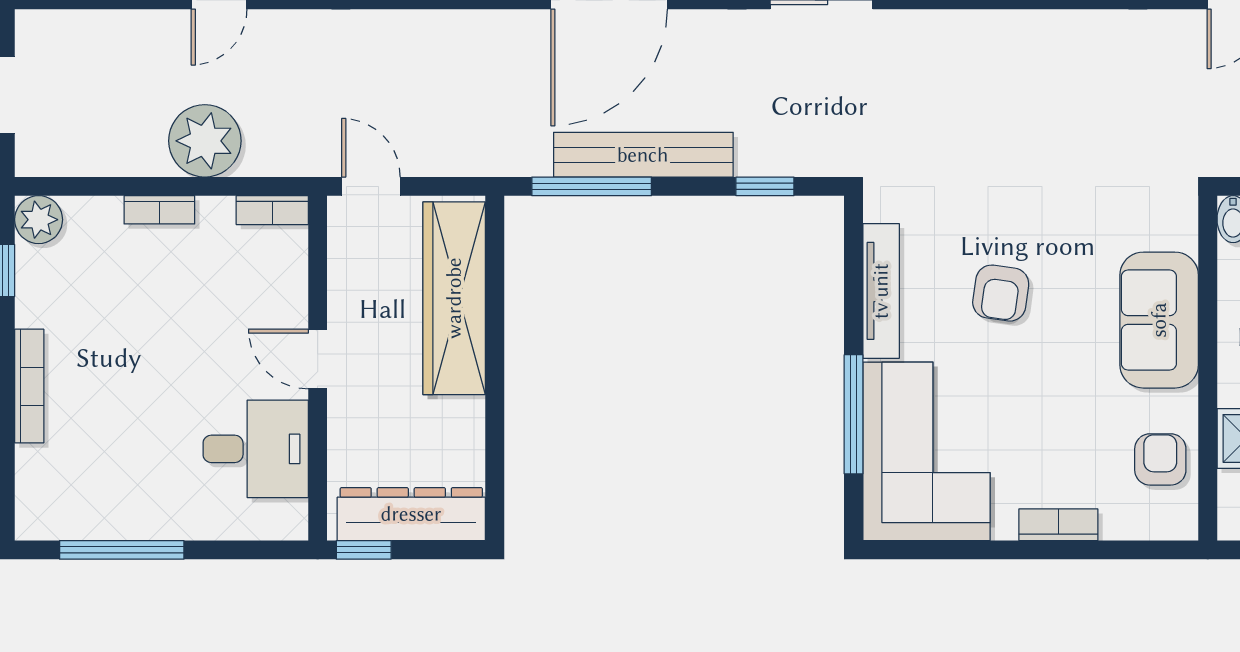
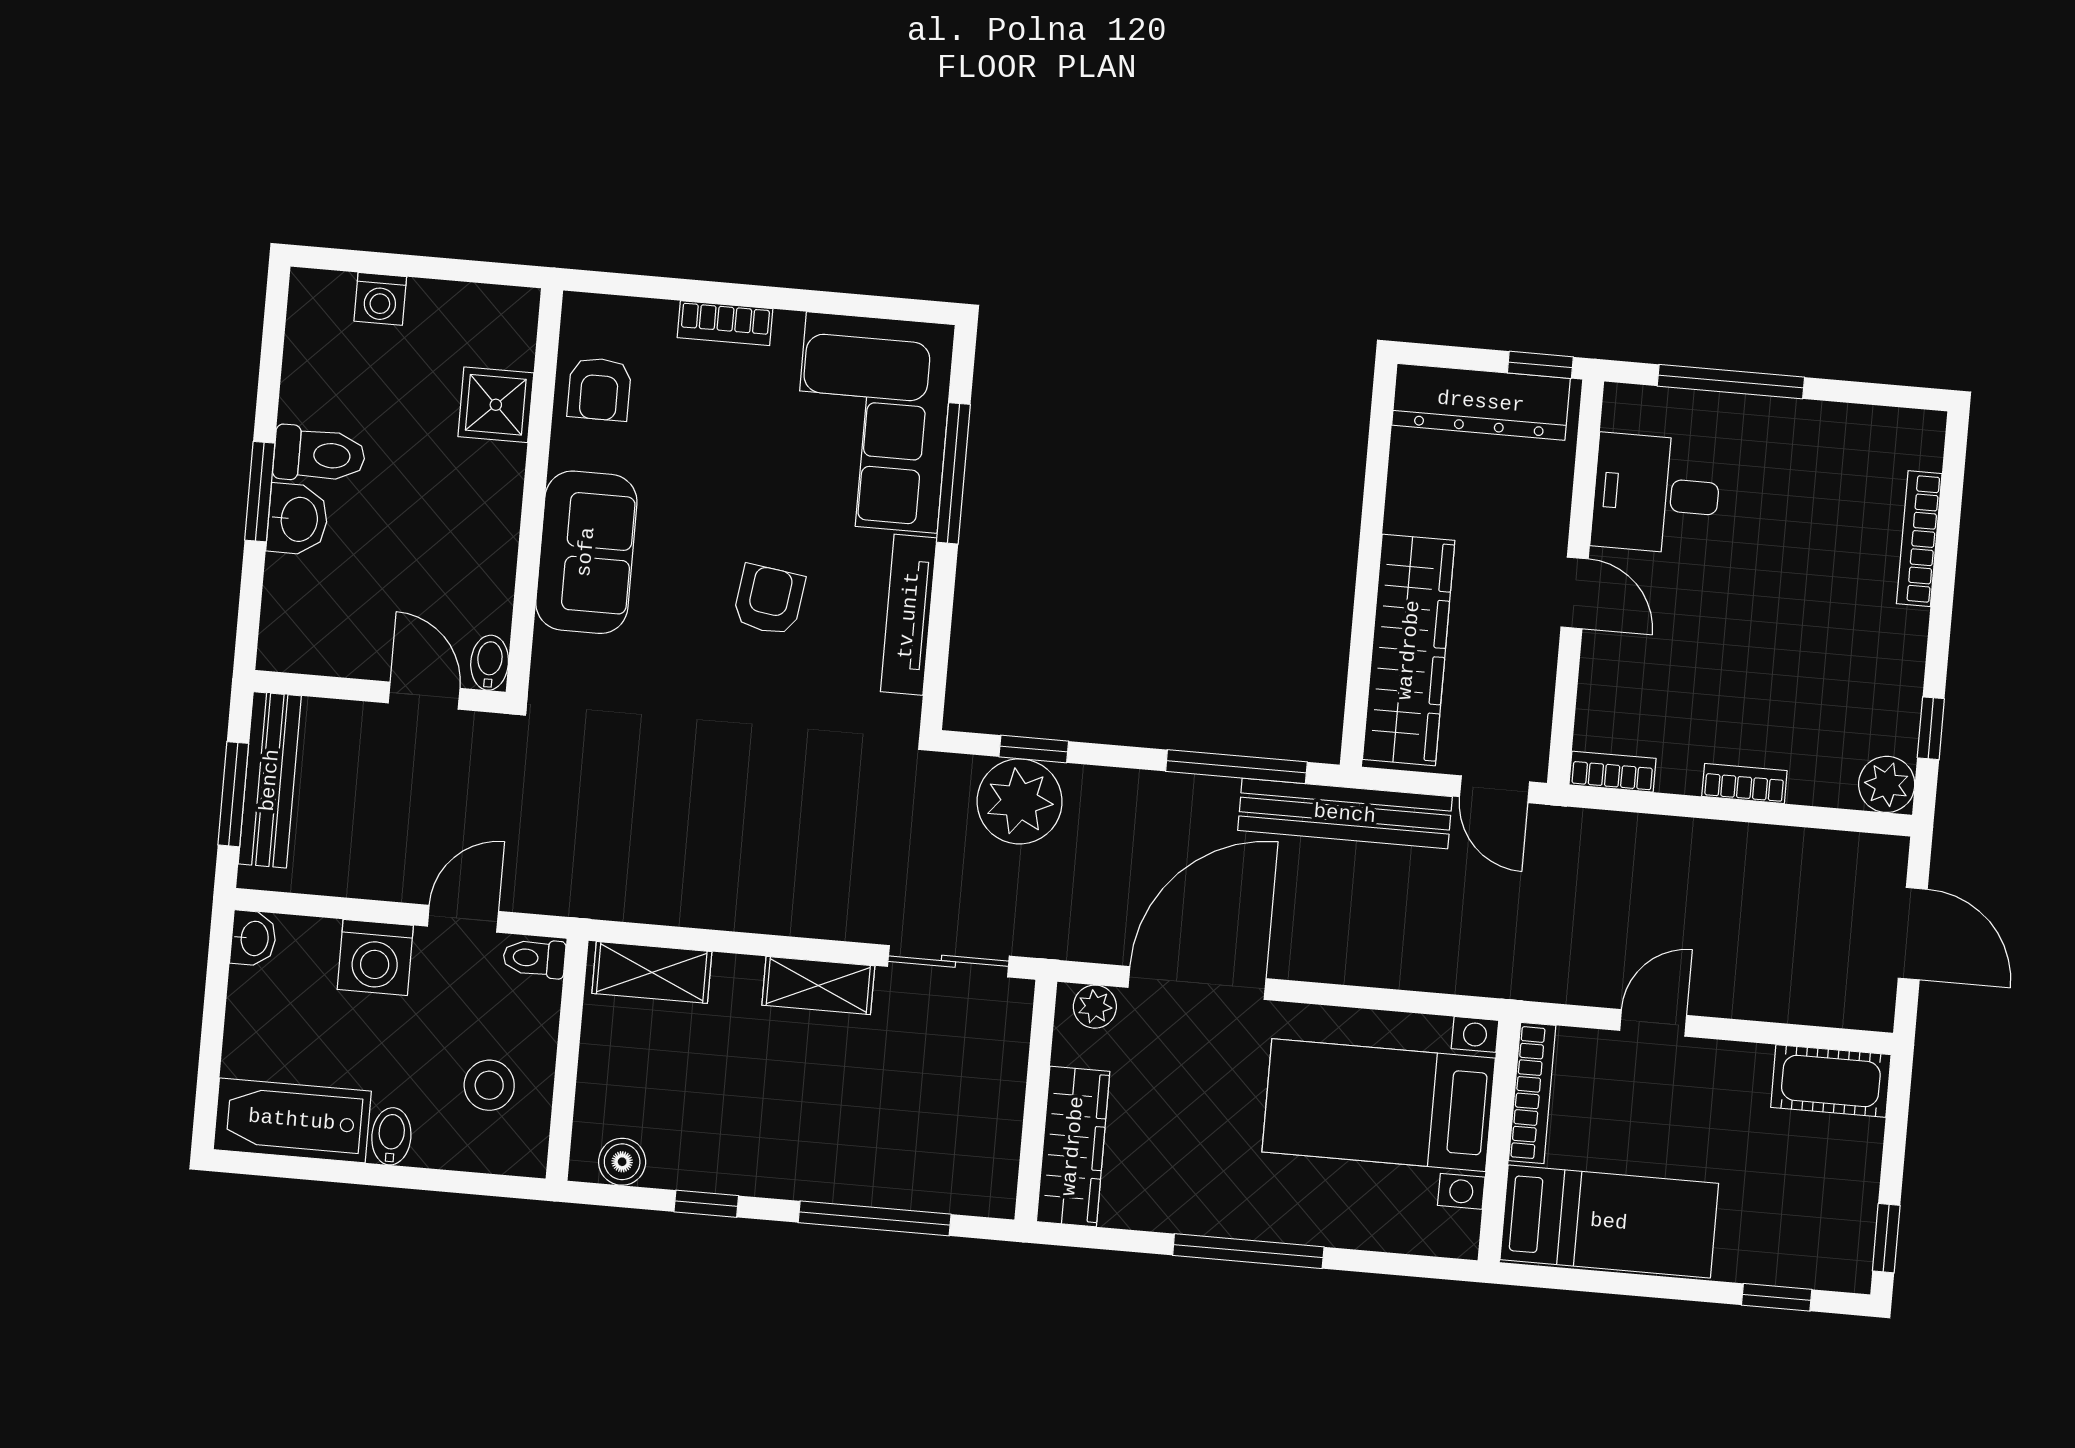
plant: (205, 141) -> (1020, 801), moved
bench: (643, 155) -> (1345, 814), moved
bookcase: (29, 386) -> (1919, 539), moved
window: (122, 550) -> (1731, 382), moved

